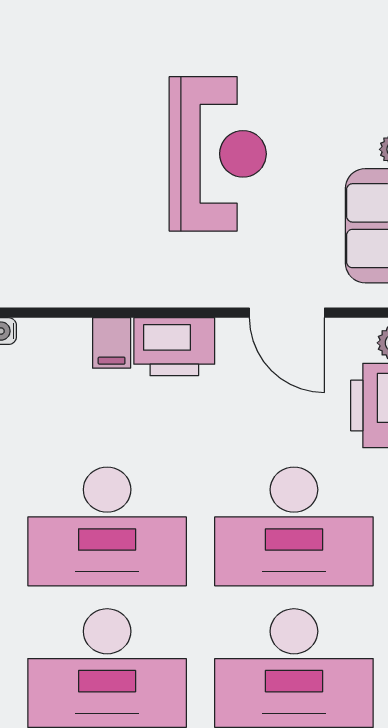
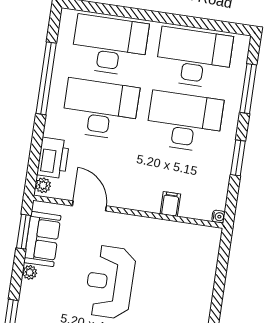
printer: (174, 347) -> (142, 198), removed

